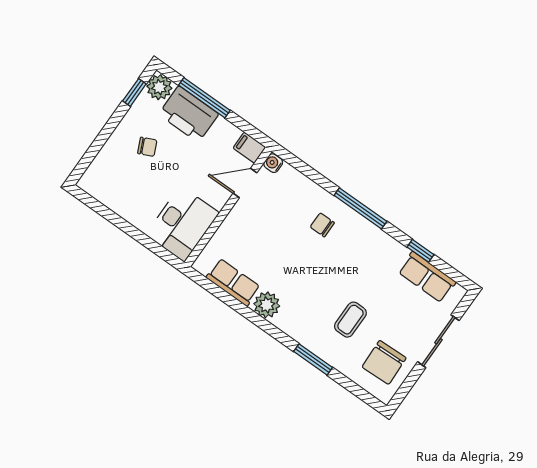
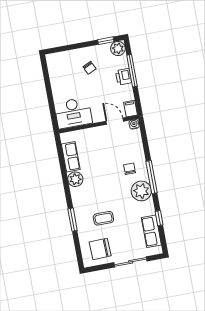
printer: (189, 114) -> (124, 77), width x0.53, depth x0.68
plant: (365, 238) -> (141, 191), added

